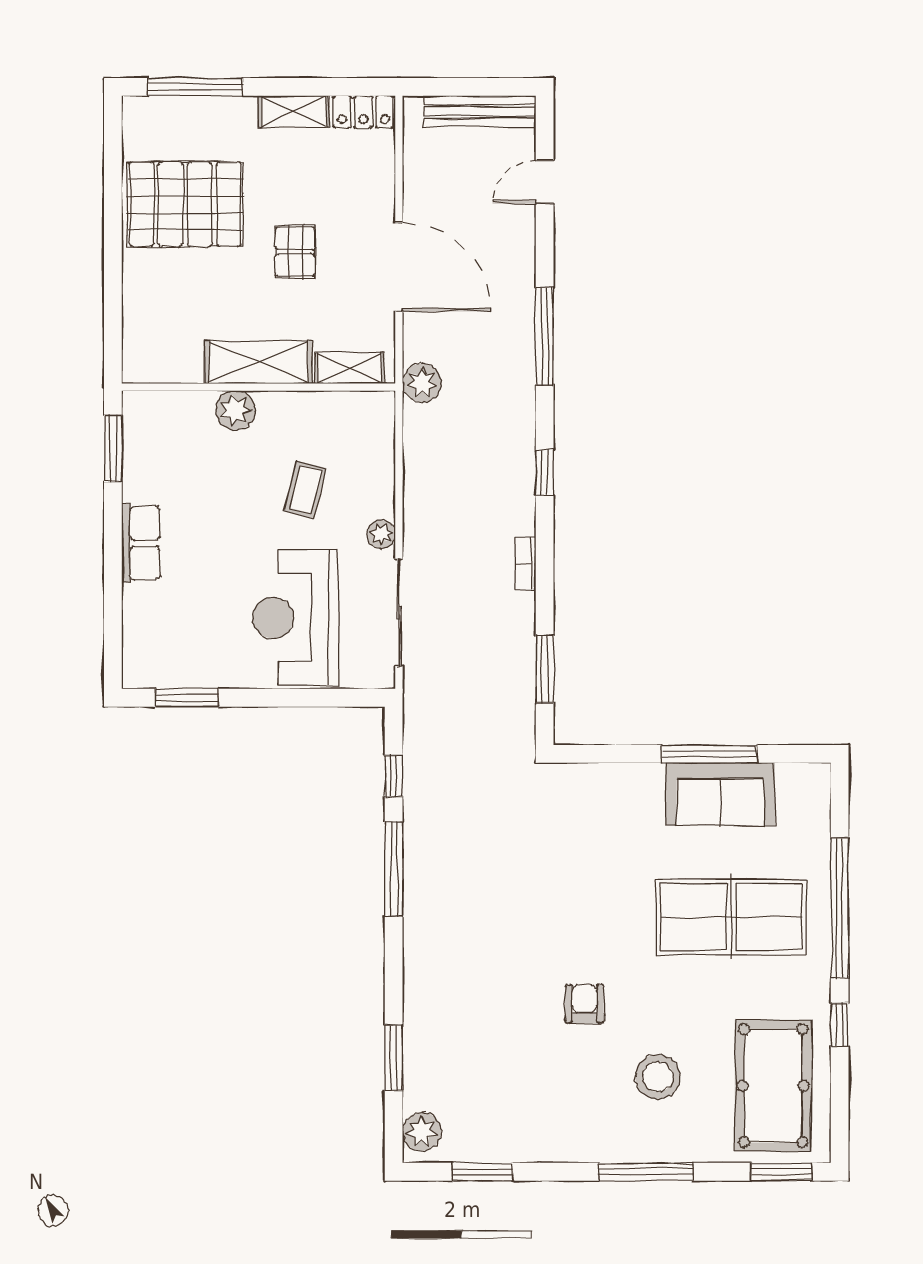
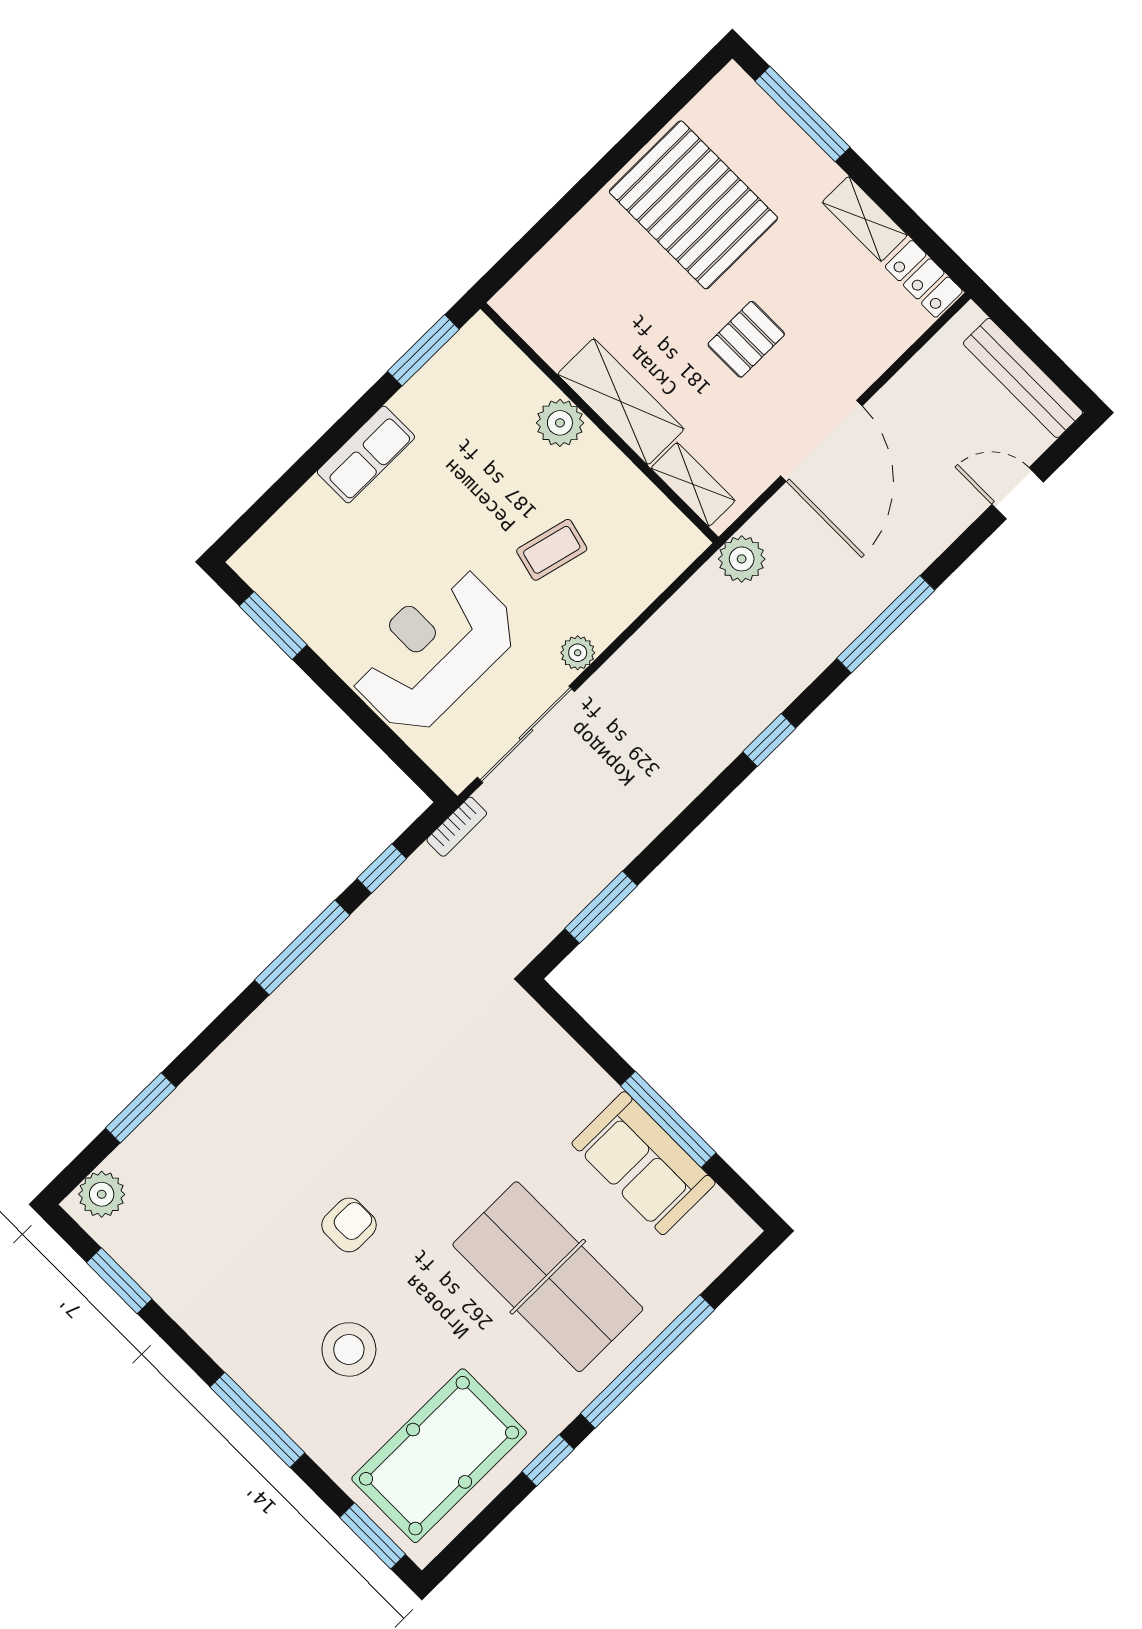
bookcase: (525, 564) -> (457, 827), moved, turned 180

